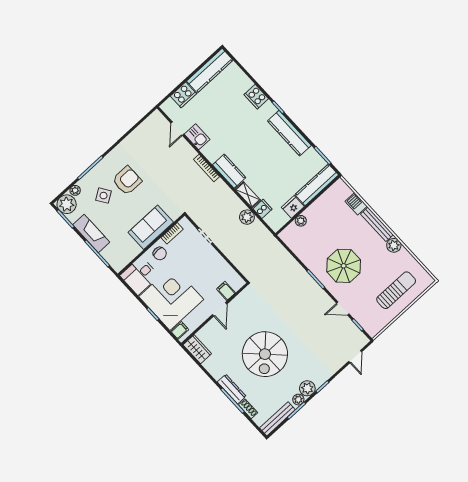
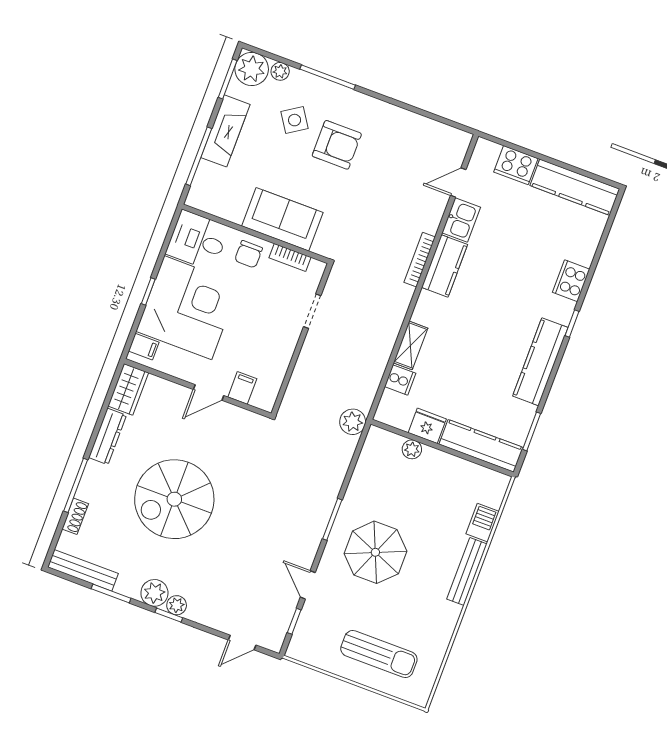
kitchen counter: (229, 171) -> (445, 266), moved
plant: (247, 217) -> (353, 422), moved
plant: (394, 245) -> (447, 615), removed
dresser: (232, 389) -> (108, 436), moved
plant: (298, 400) -> (177, 605), moved

